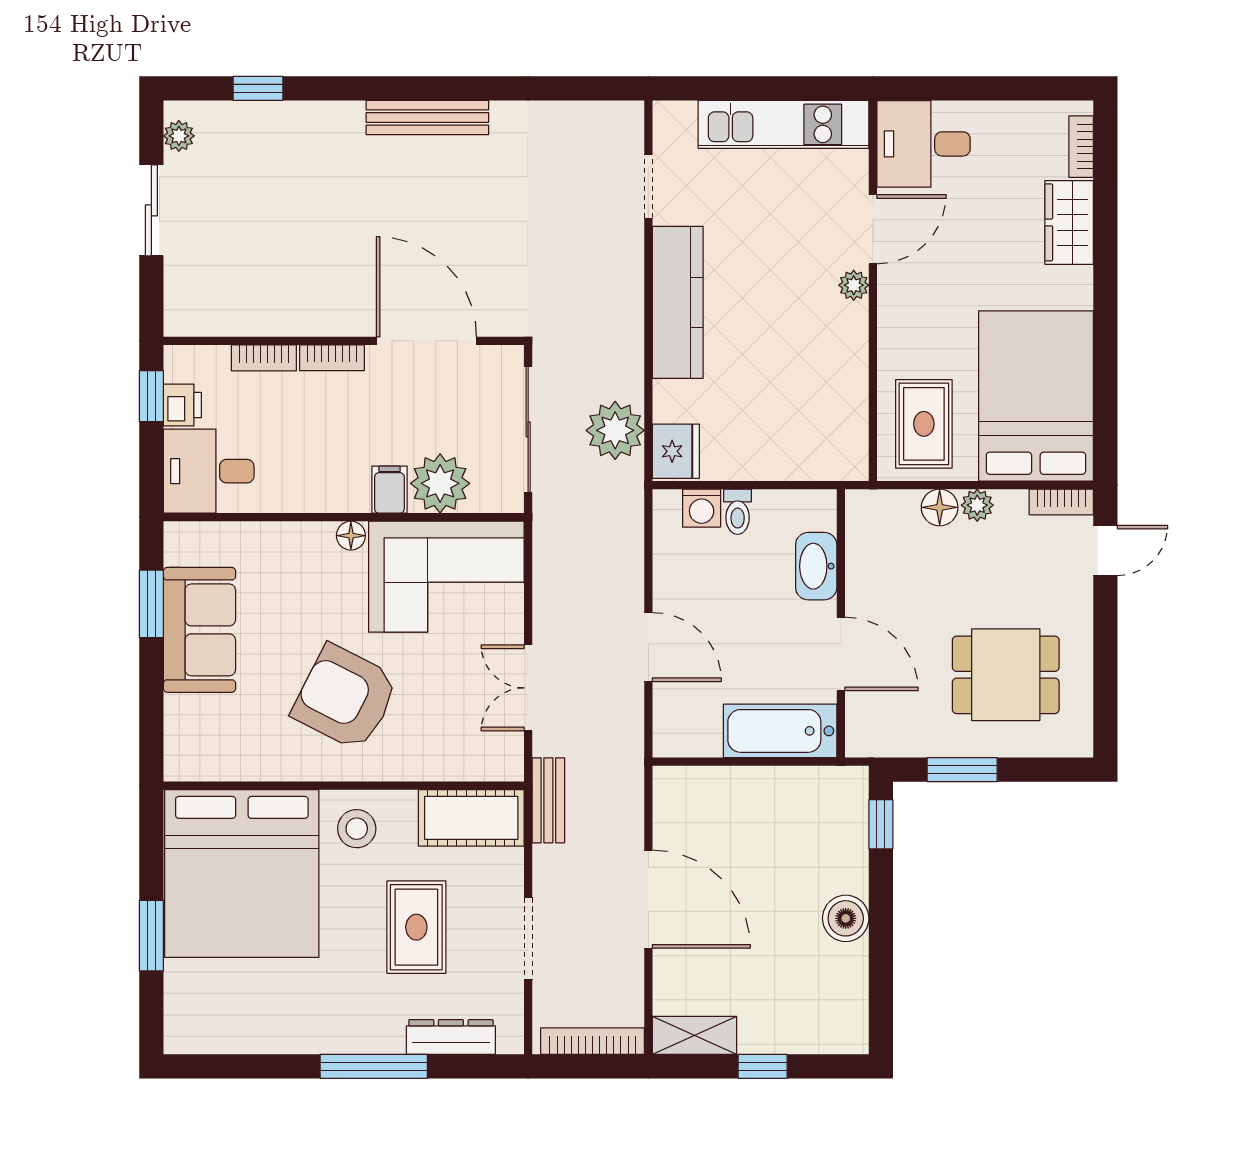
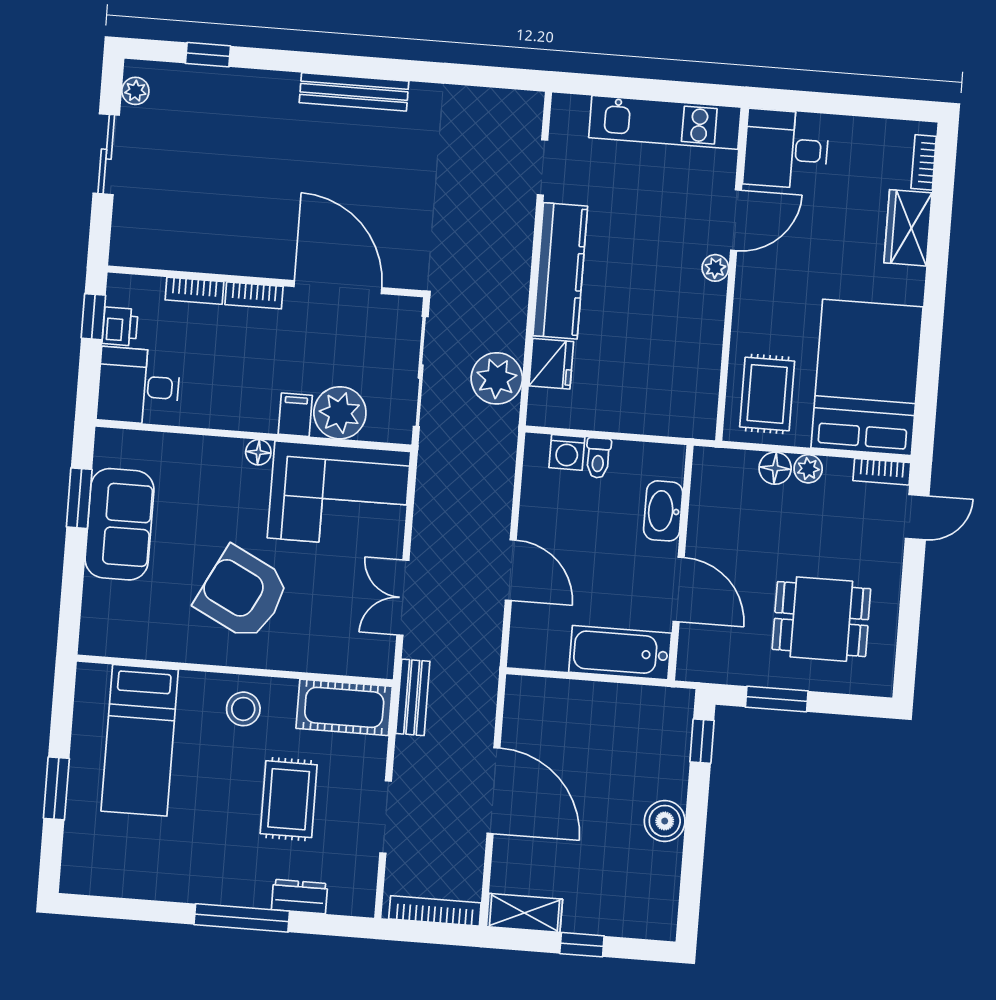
fridge: (676, 451) -> (551, 364), moved
bed: (242, 874) -> (140, 740), width x0.49
dresser: (451, 1037) -> (300, 897), width x0.70

